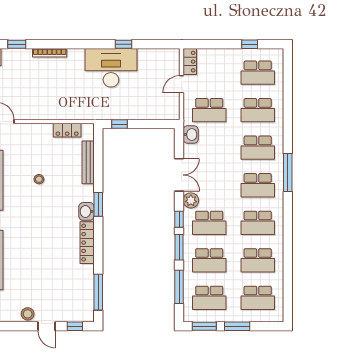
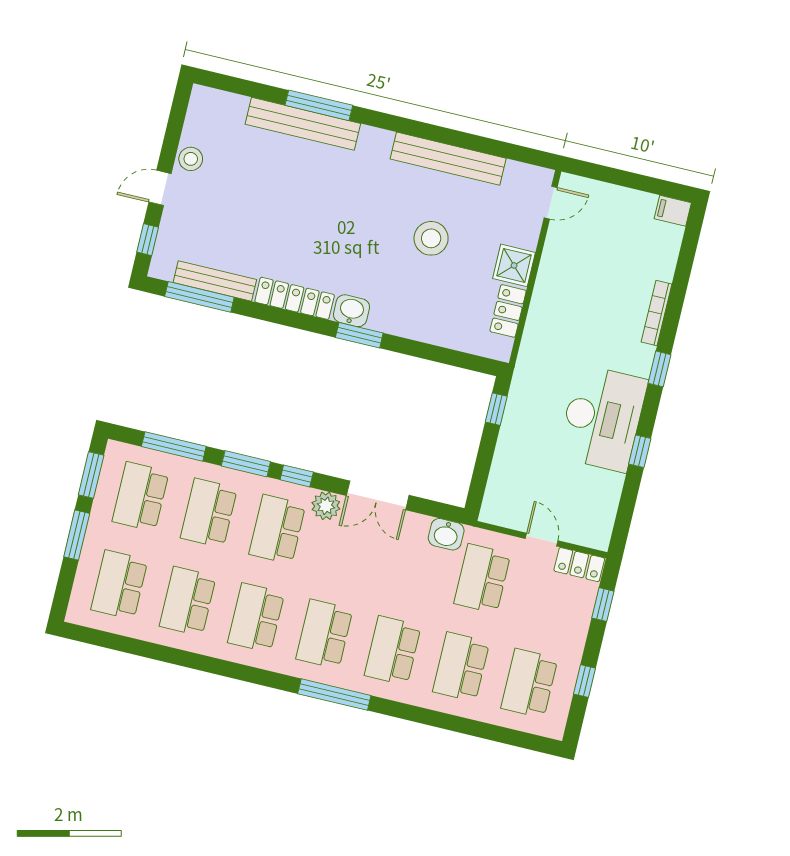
window: (17, 44) -> (659, 369), moved
window: (208, 44) -> (603, 605), added
shower: (43, 133) -> (514, 265), added
bench: (88, 162) -> (215, 281), moved
stool: (39, 179) -> (431, 238), width x1.89, depth x1.89

